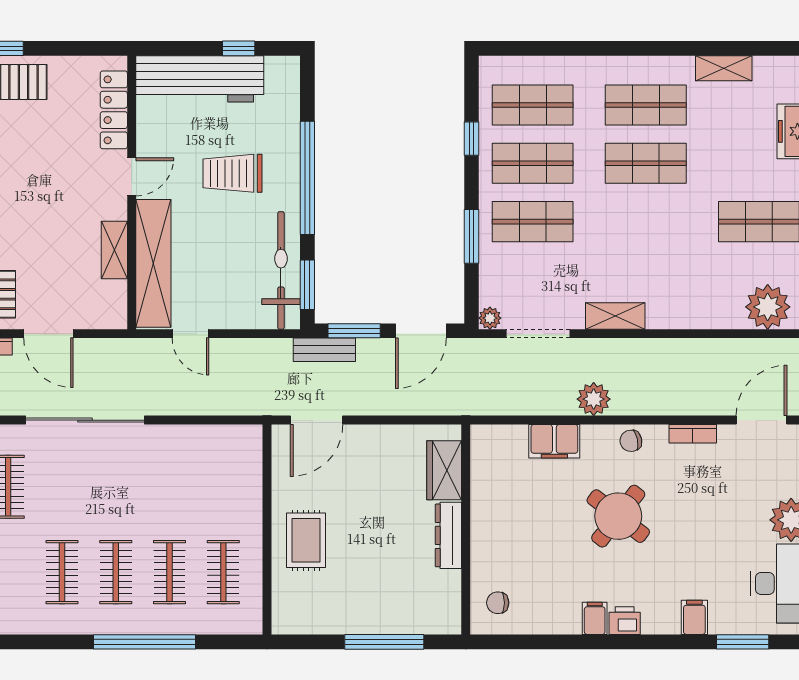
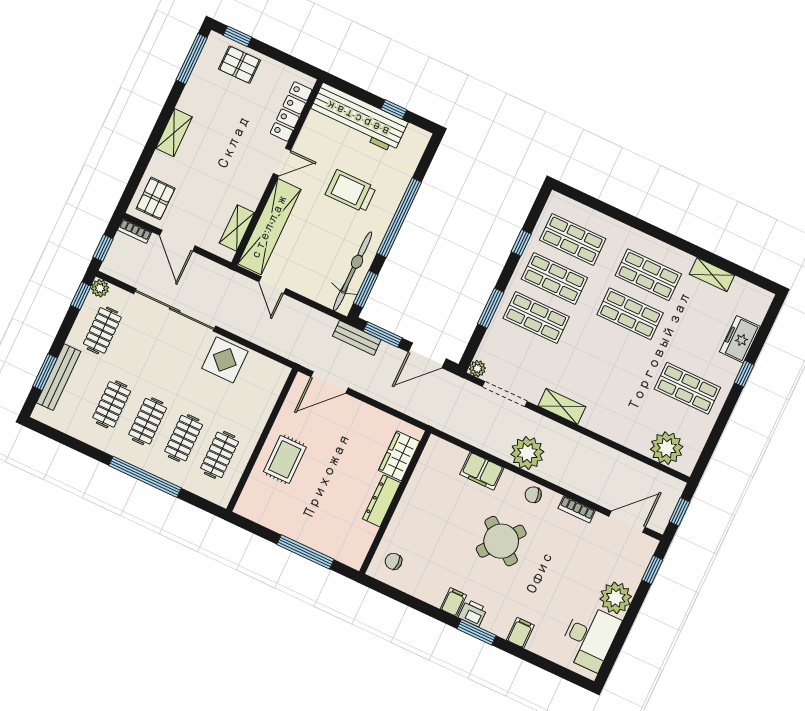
shelving: (114, 250) -> (237, 228), moved
plant: (594, 399) -> (527, 453), width x1.36, depth x1.36
display table: (175, 453) -> (225, 360), added
window: (743, 642) -> (477, 632), moved

